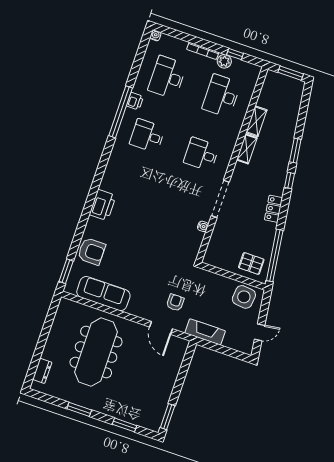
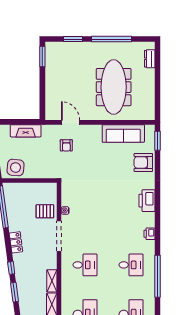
printer: (135, 101) -> (149, 234), moved
pallet: (251, 263) -> (45, 211), moved
fireplace: (205, 332) -> (26, 131), moved
window: (79, 409) -> (112, 39), width x2.11

